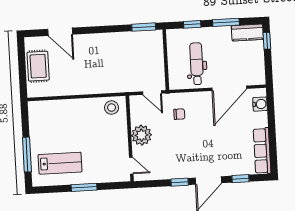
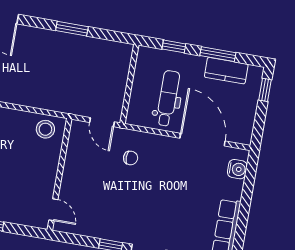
window: (144, 27) -> (72, 29), moved
kitchen counter: (247, 33) -> (226, 71), moved
door: (229, 88) -> (202, 140), swing flipped
plant: (141, 135) -> (76, 174), removed

